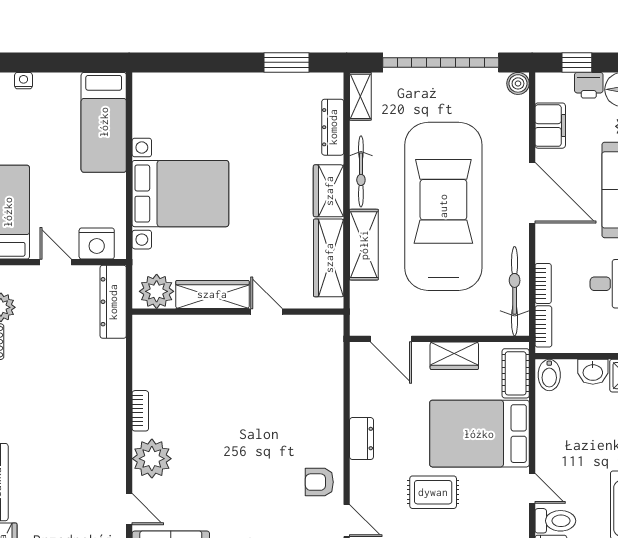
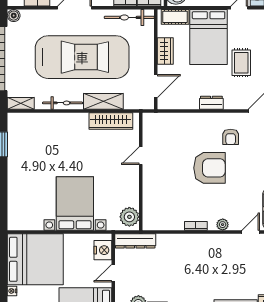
bed: (104, 122) -> (35, 259), width x2.04
dresser: (333, 127) -> (38, 119), removed
wardrobe: (329, 191) -> (73, 121), removed
car: (443, 206) -> (82, 57), turned 180
wardrobe: (212, 294) -> (131, 186), removed
armchair: (244, 435) -> (210, 168), added
plant: (152, 459) -> (223, 225), width x0.53, depth x0.53
armchair: (319, 482) -> (231, 137), moved

